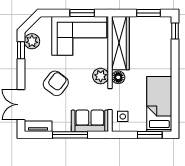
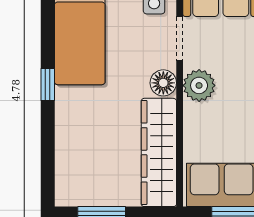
window: (175, 31) -> (48, 84), moved

